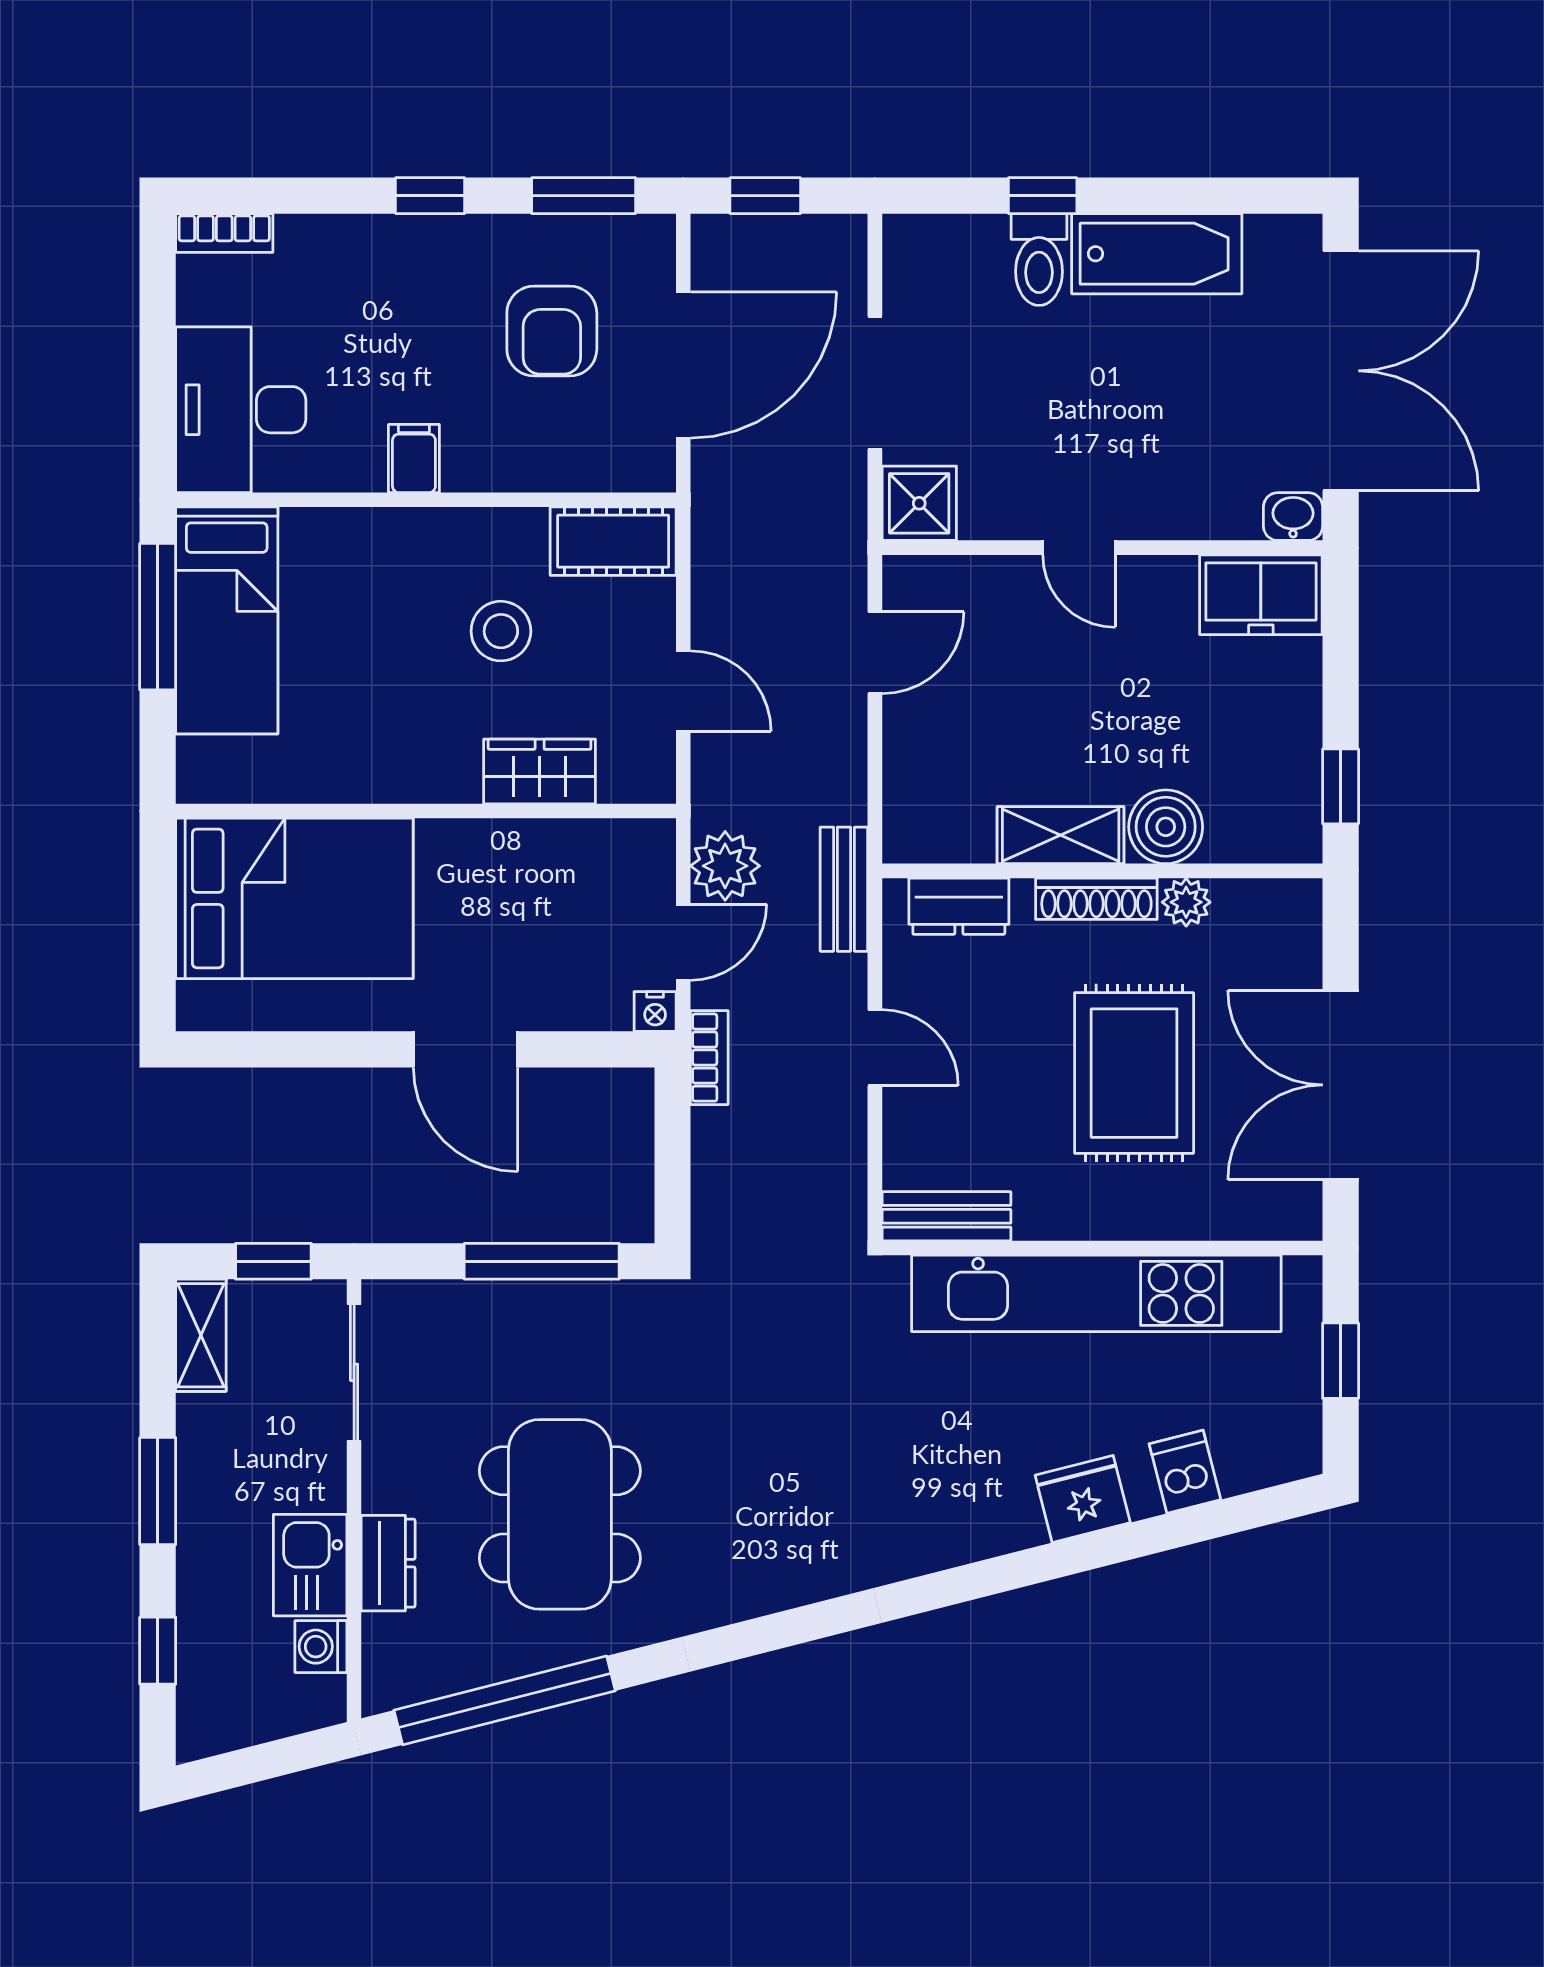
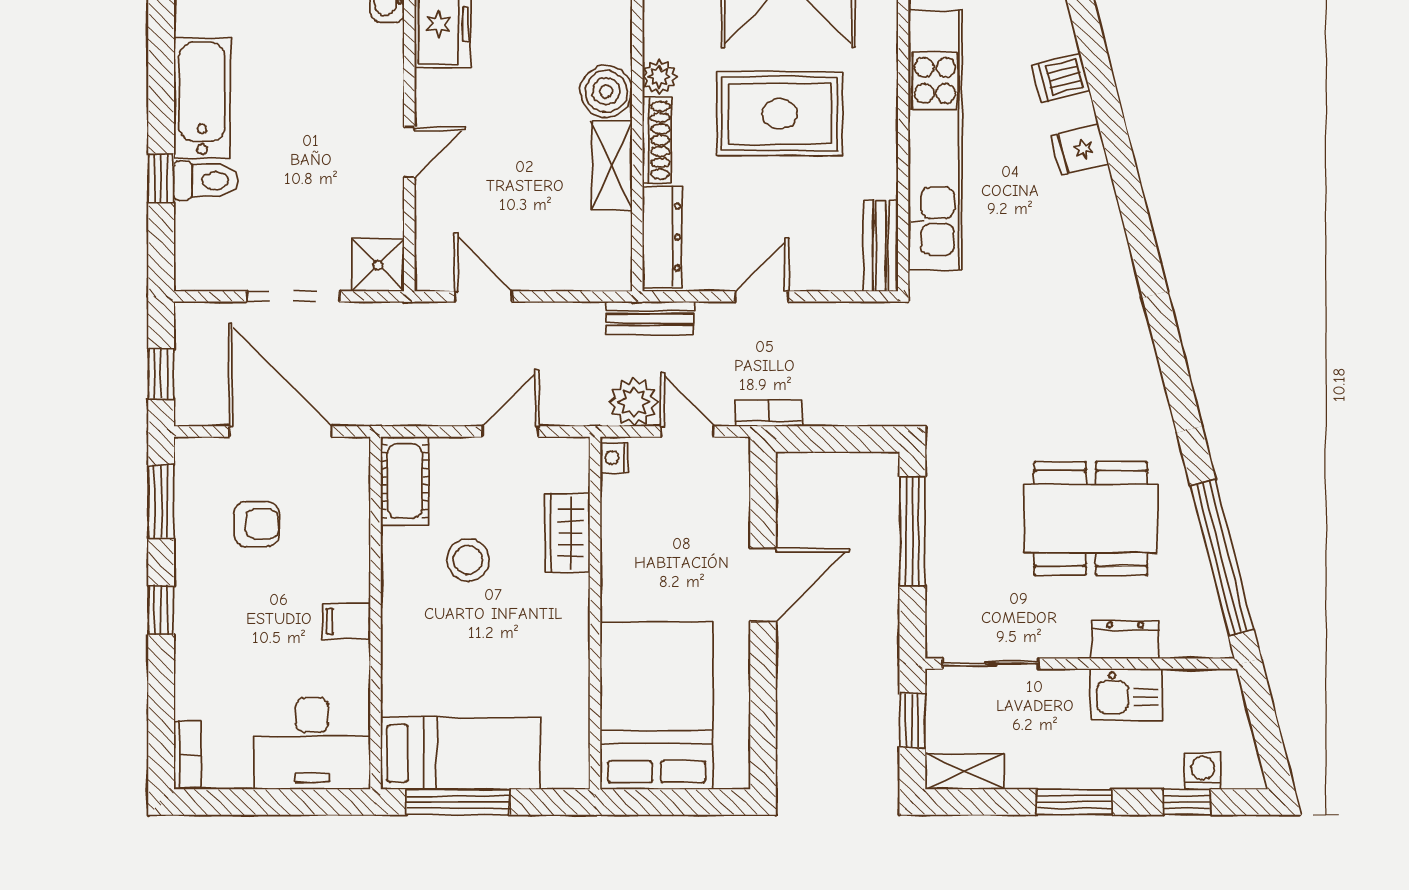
armchair: (552, 331) -> (257, 524), width x0.72, depth x0.72
dresser: (959, 906) -> (662, 237), width x1.44
nightstand: (655, 1011) -> (614, 458), moved, turned 180
fridge: (1083, 1499) -> (1080, 150), width x0.72
washing machine: (321, 1647) -> (1203, 771), moved, turned 180

